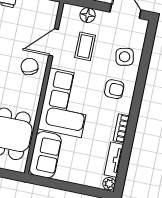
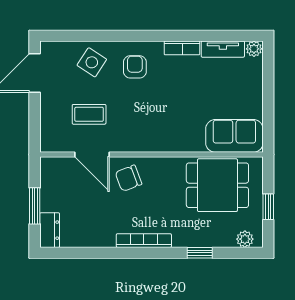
floor lamp: (88, 15) -> (49, 119), removed
side table: (125, 57) -> (92, 62), turned 45
corner sofa: (66, 103) -> (164, 124), removed

